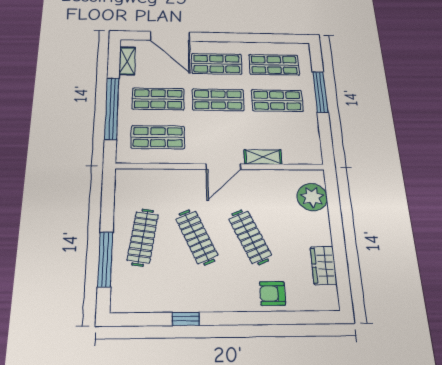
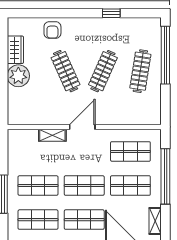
plant: (312, 197) -> (18, 76), moved
clothes rail: (197, 237) -> (103, 71), turned 48
window: (105, 259) -> (165, 55), width x1.46
armchair: (273, 293) -> (52, 30), turned 90

